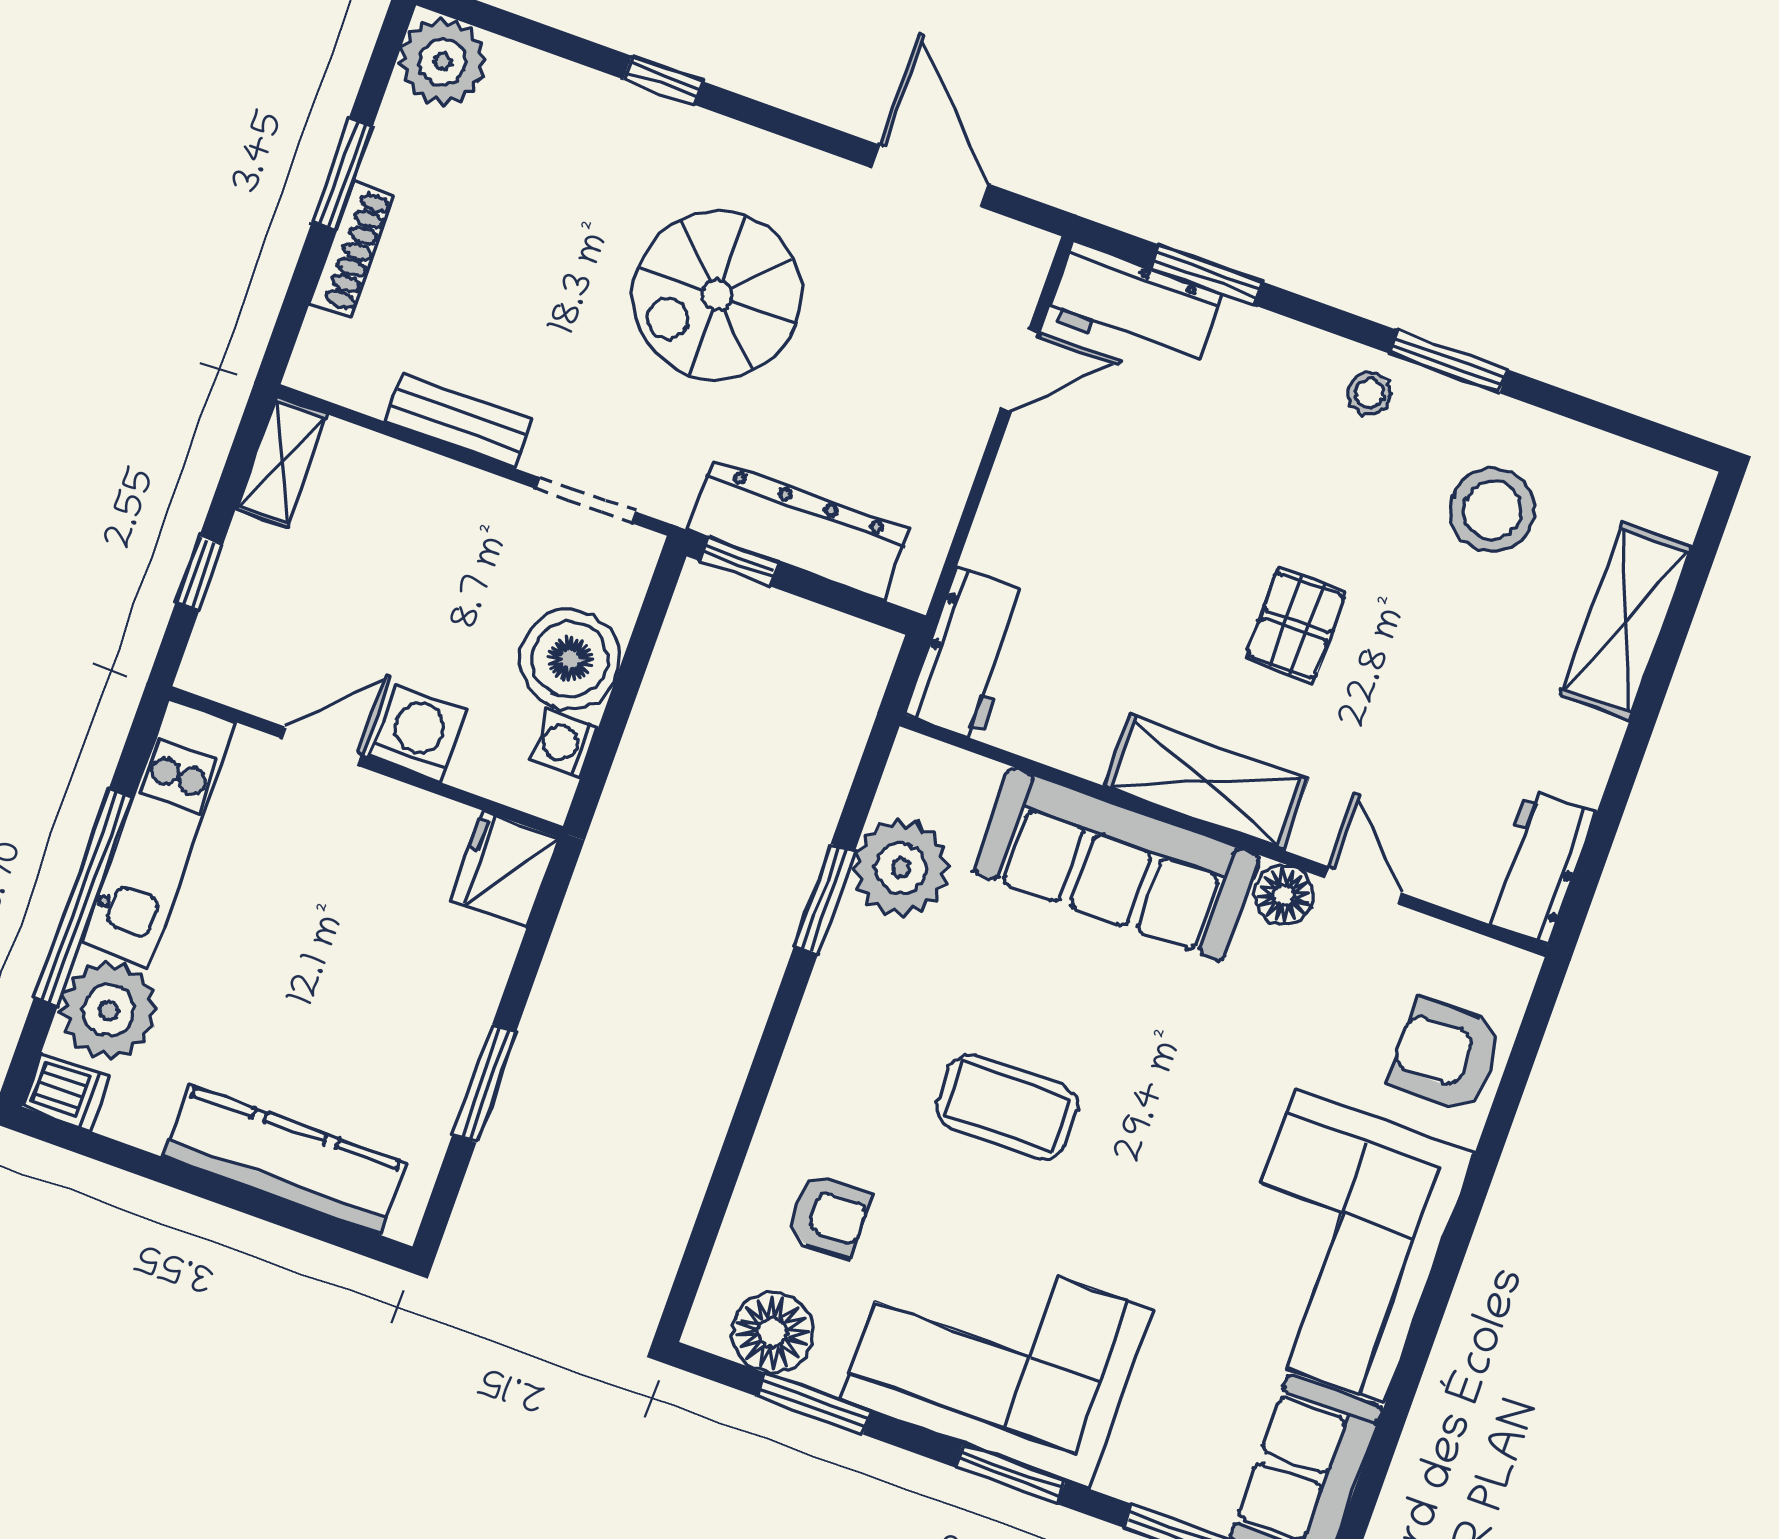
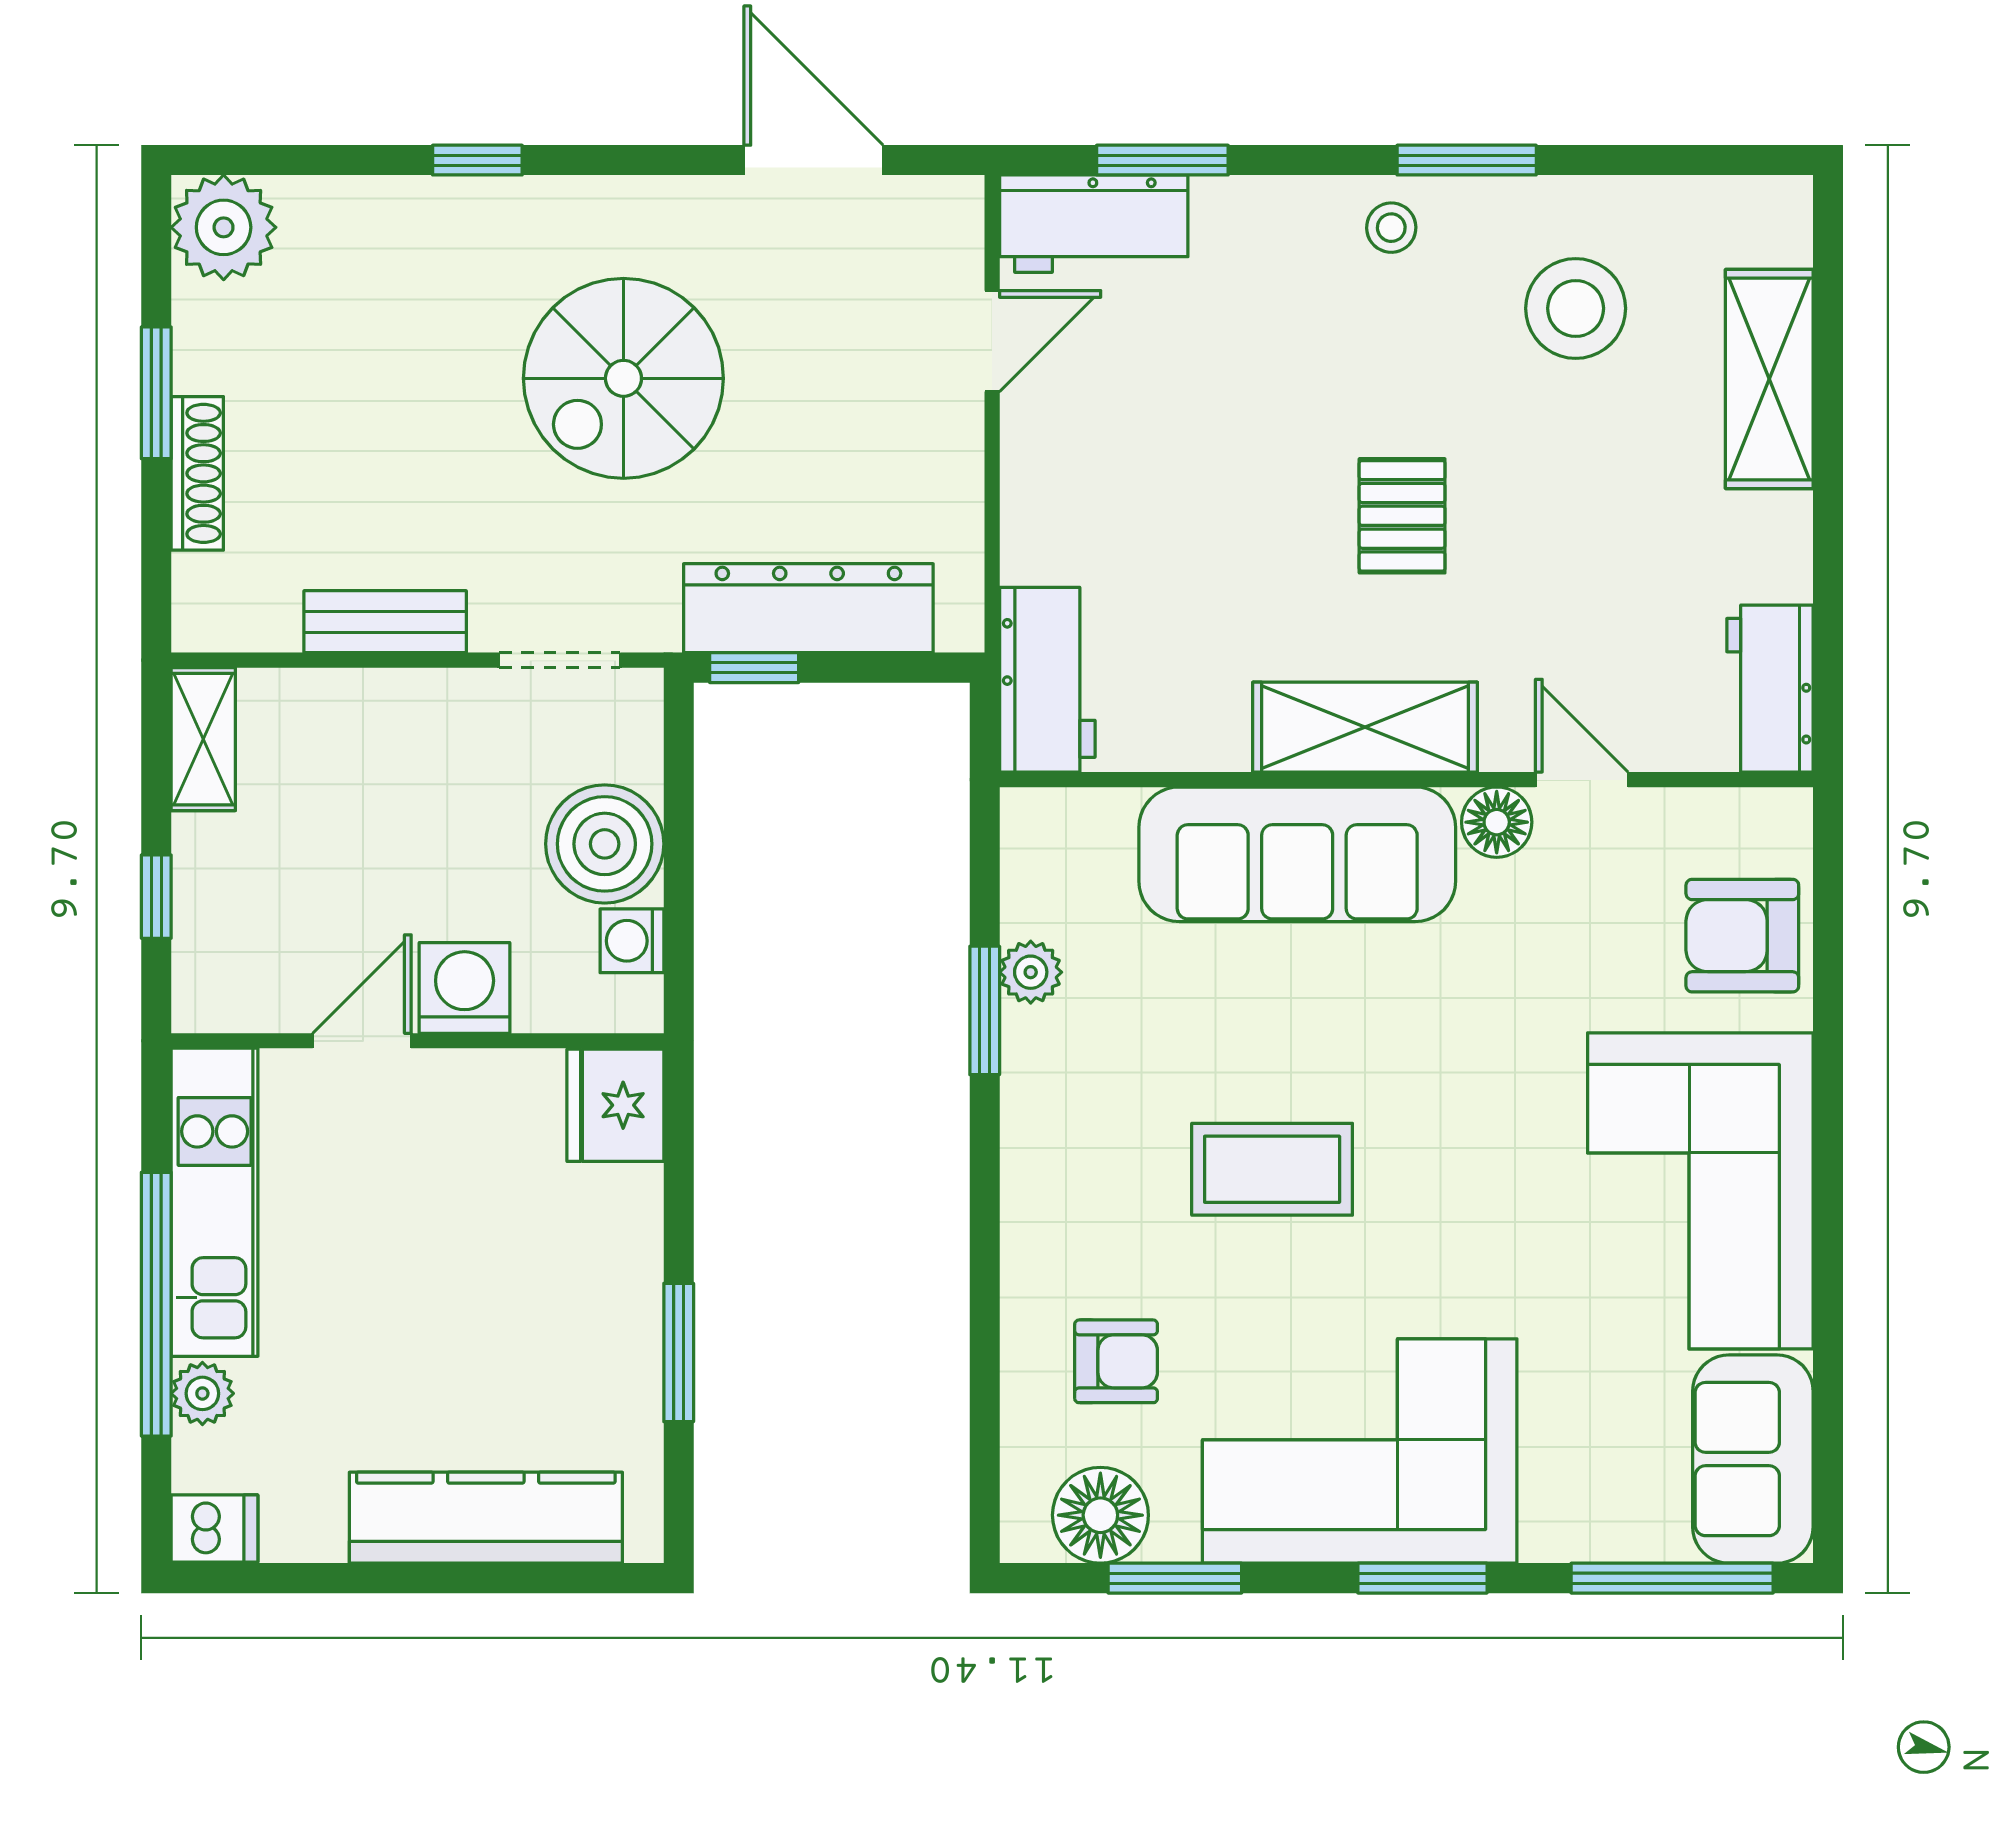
plant: (901, 868) -> (1031, 972), width x0.53, depth x0.53
plant: (109, 1010) -> (202, 1393), width x0.53, depth x0.53

